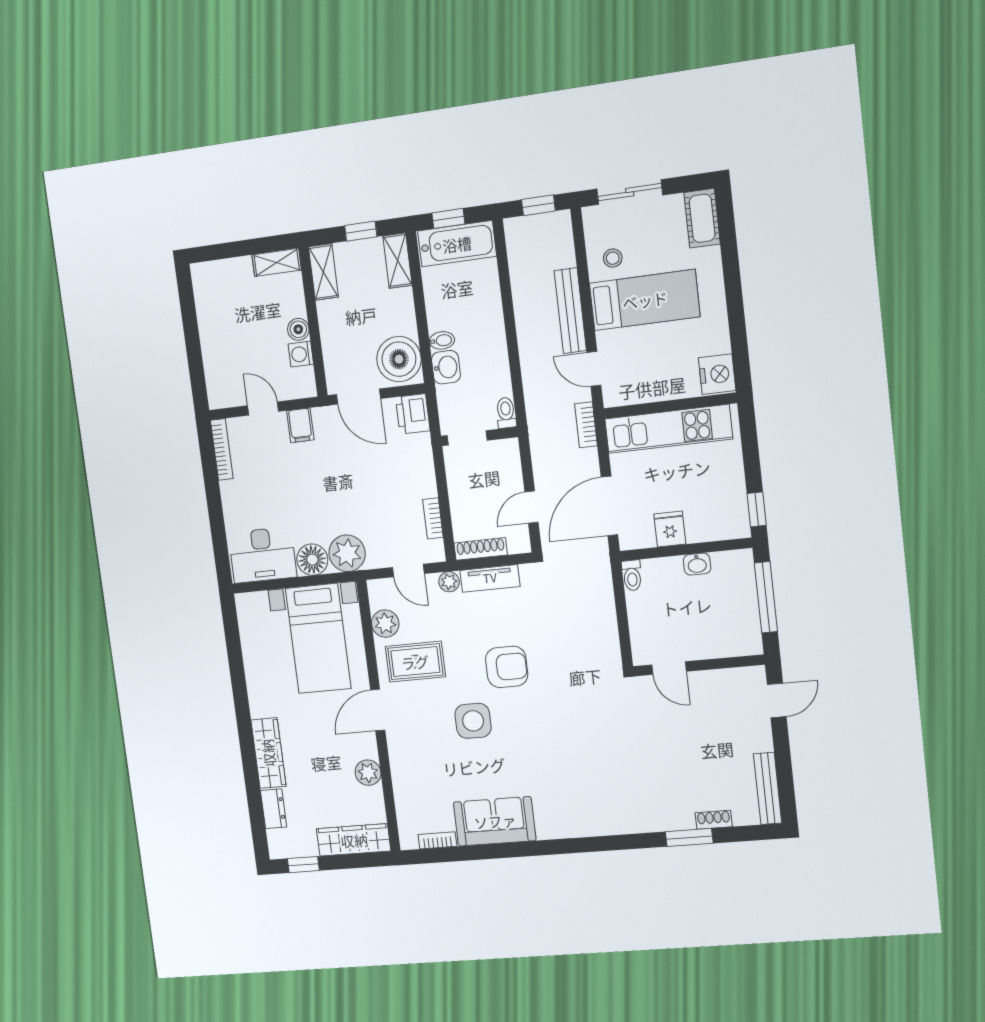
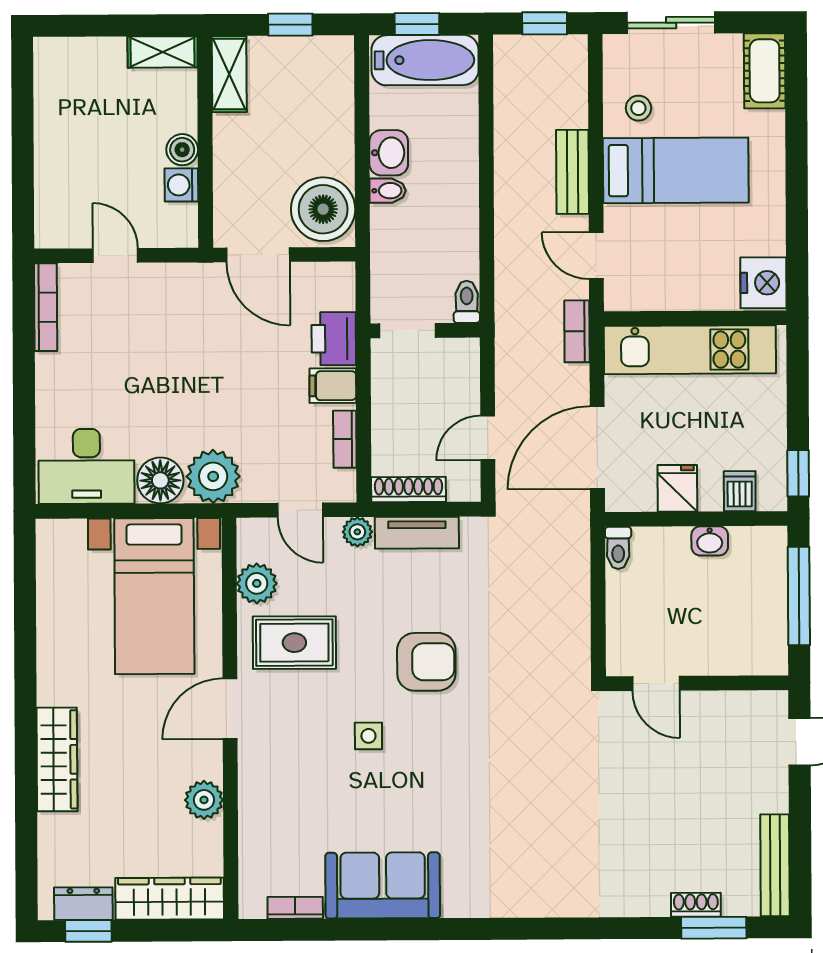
shelving: (397, 261) -> (338, 72), removed
bench: (570, 311) -> (572, 172), width x0.73
washbasin: (446, 367) -> (389, 153), moved
printer: (413, 414) -> (334, 339), moved
filing cabinet: (300, 425) -> (333, 386), moved, turned 90
dishwasher: (715, 527) -> (740, 491), added
side table: (473, 721) -> (368, 736), width x0.54, depth x0.54
dresser: (274, 809) -> (83, 904), moved, turned -90
window: (689, 837) -> (714, 928), moved

